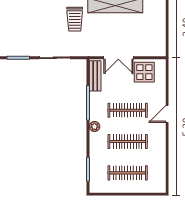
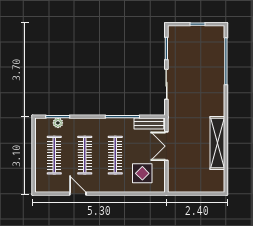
trolley: (75, 19) -> (204, 104), removed
display table: (144, 72) -> (142, 173), moved
door: (167, 114) -> (78, 194), moved
plant: (94, 127) -> (58, 123), moved

